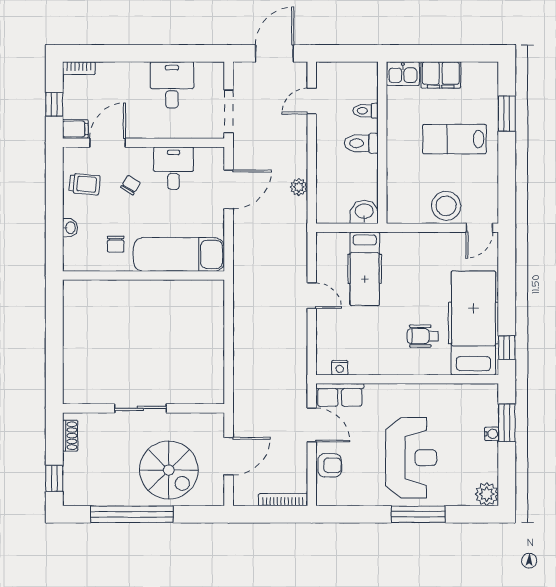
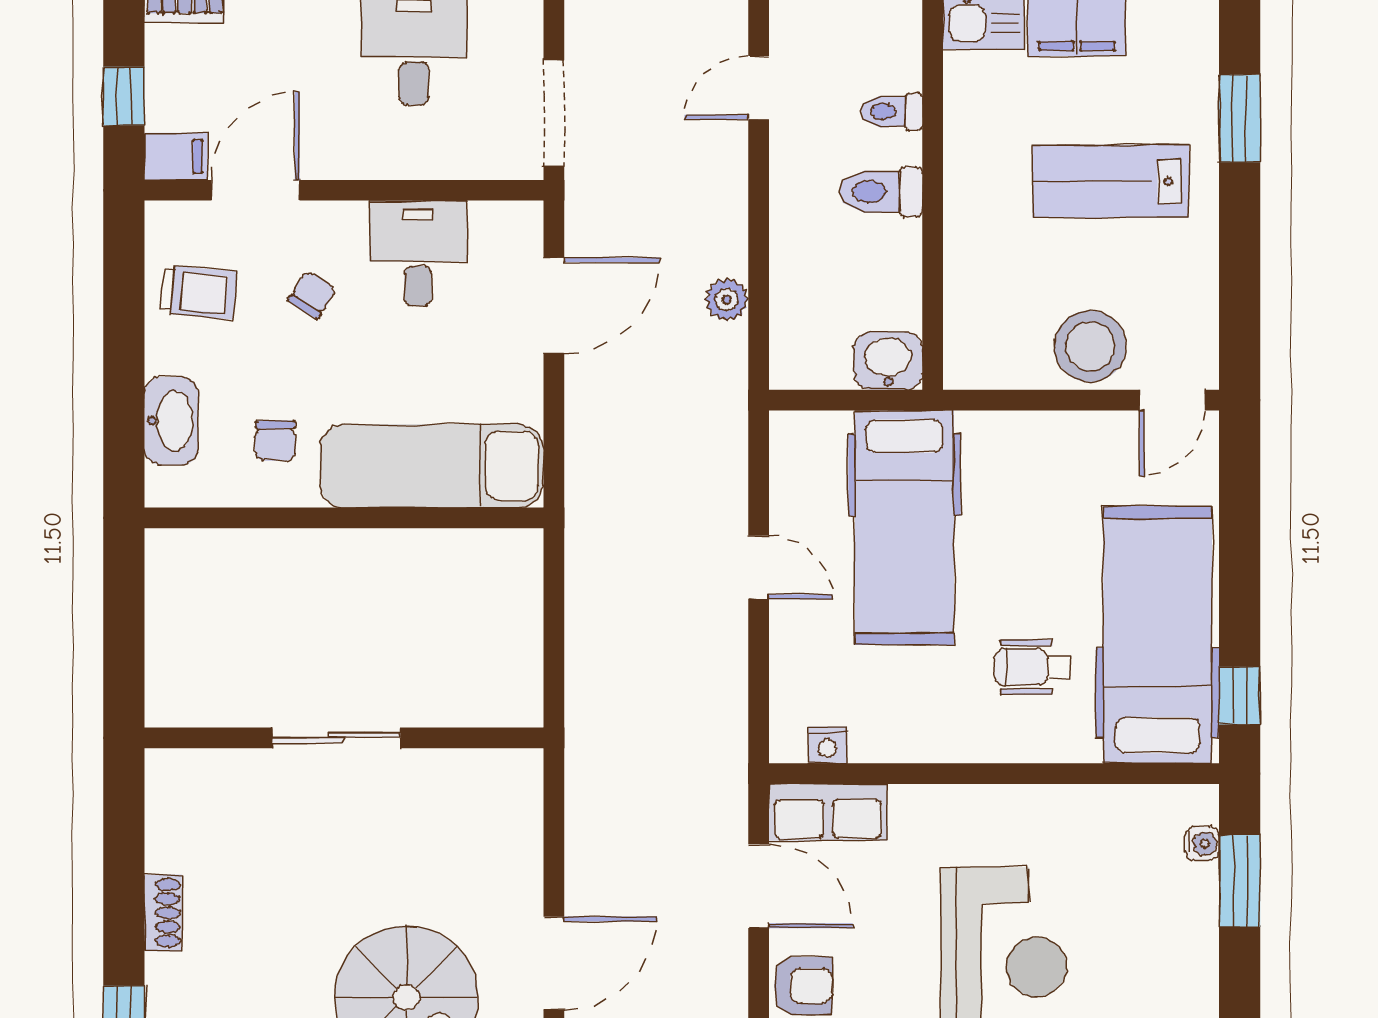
washbasin: (70, 228) -> (171, 421), width x1.91, depth x1.45
hospital bed: (365, 269) -> (904, 528), width x1.37, depth x1.29
sliding door: (140, 408) -> (336, 738), moved
wall: (144, 408) -> (344, 738), moved
water cooler: (492, 434) -> (1202, 844), moved

